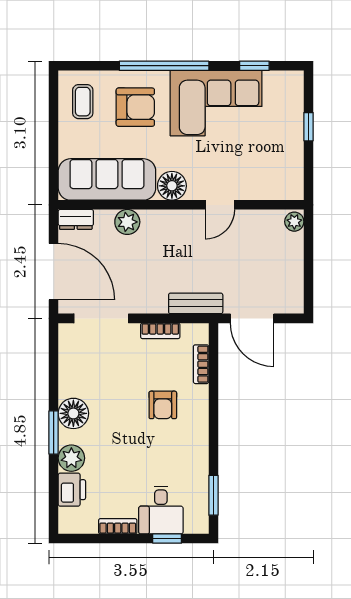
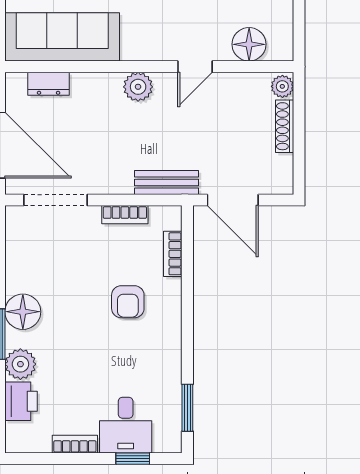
floor lamp: (172, 186) -> (249, 44), moved
dresser: (76, 219) -> (49, 84), moved
plant: (127, 222) -> (138, 87), moved
shoe rack: (296, 256) -> (285, 126), added

